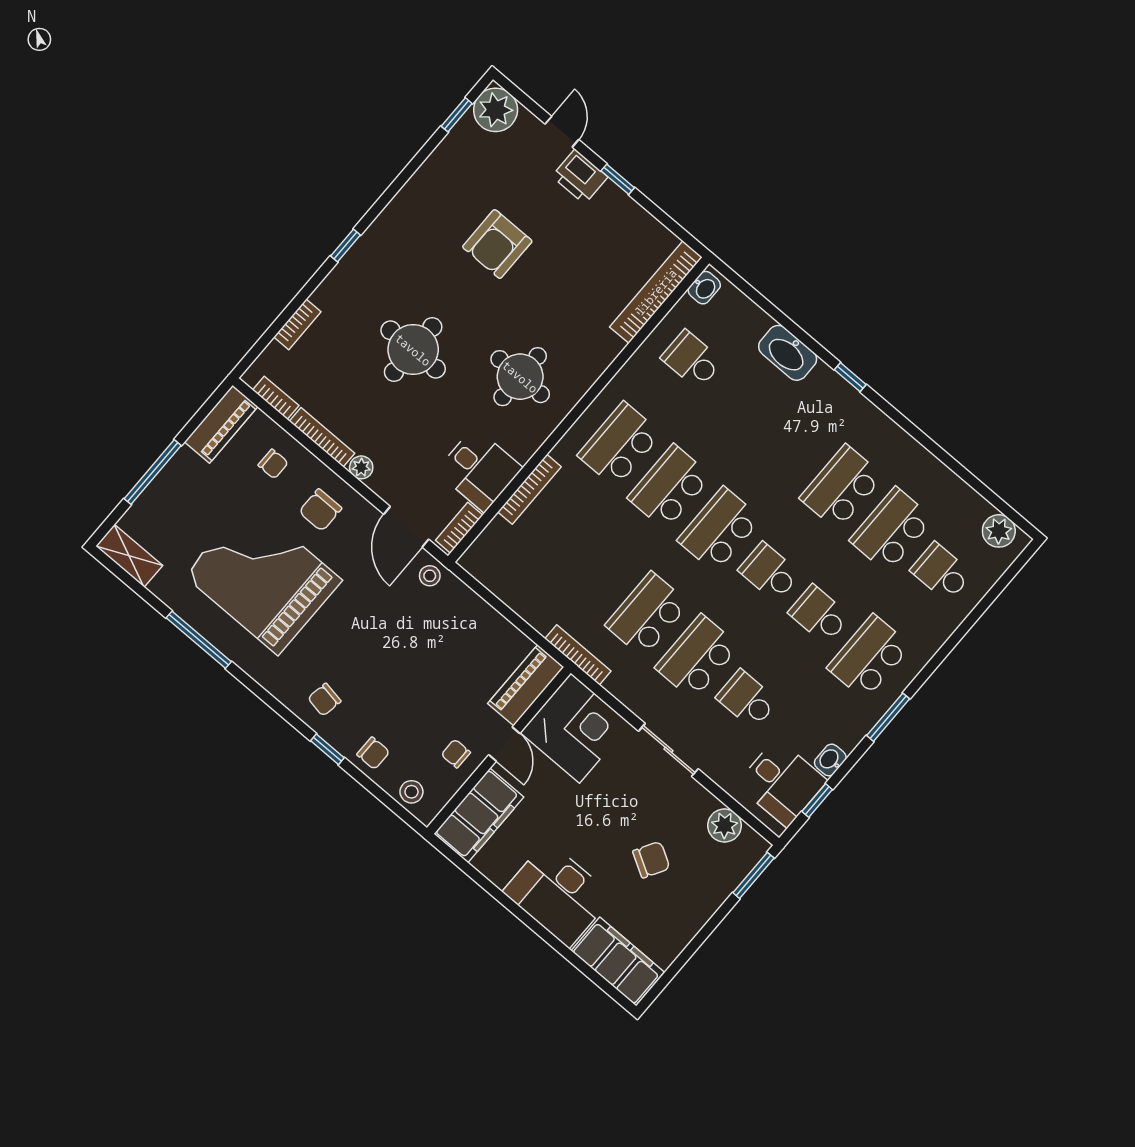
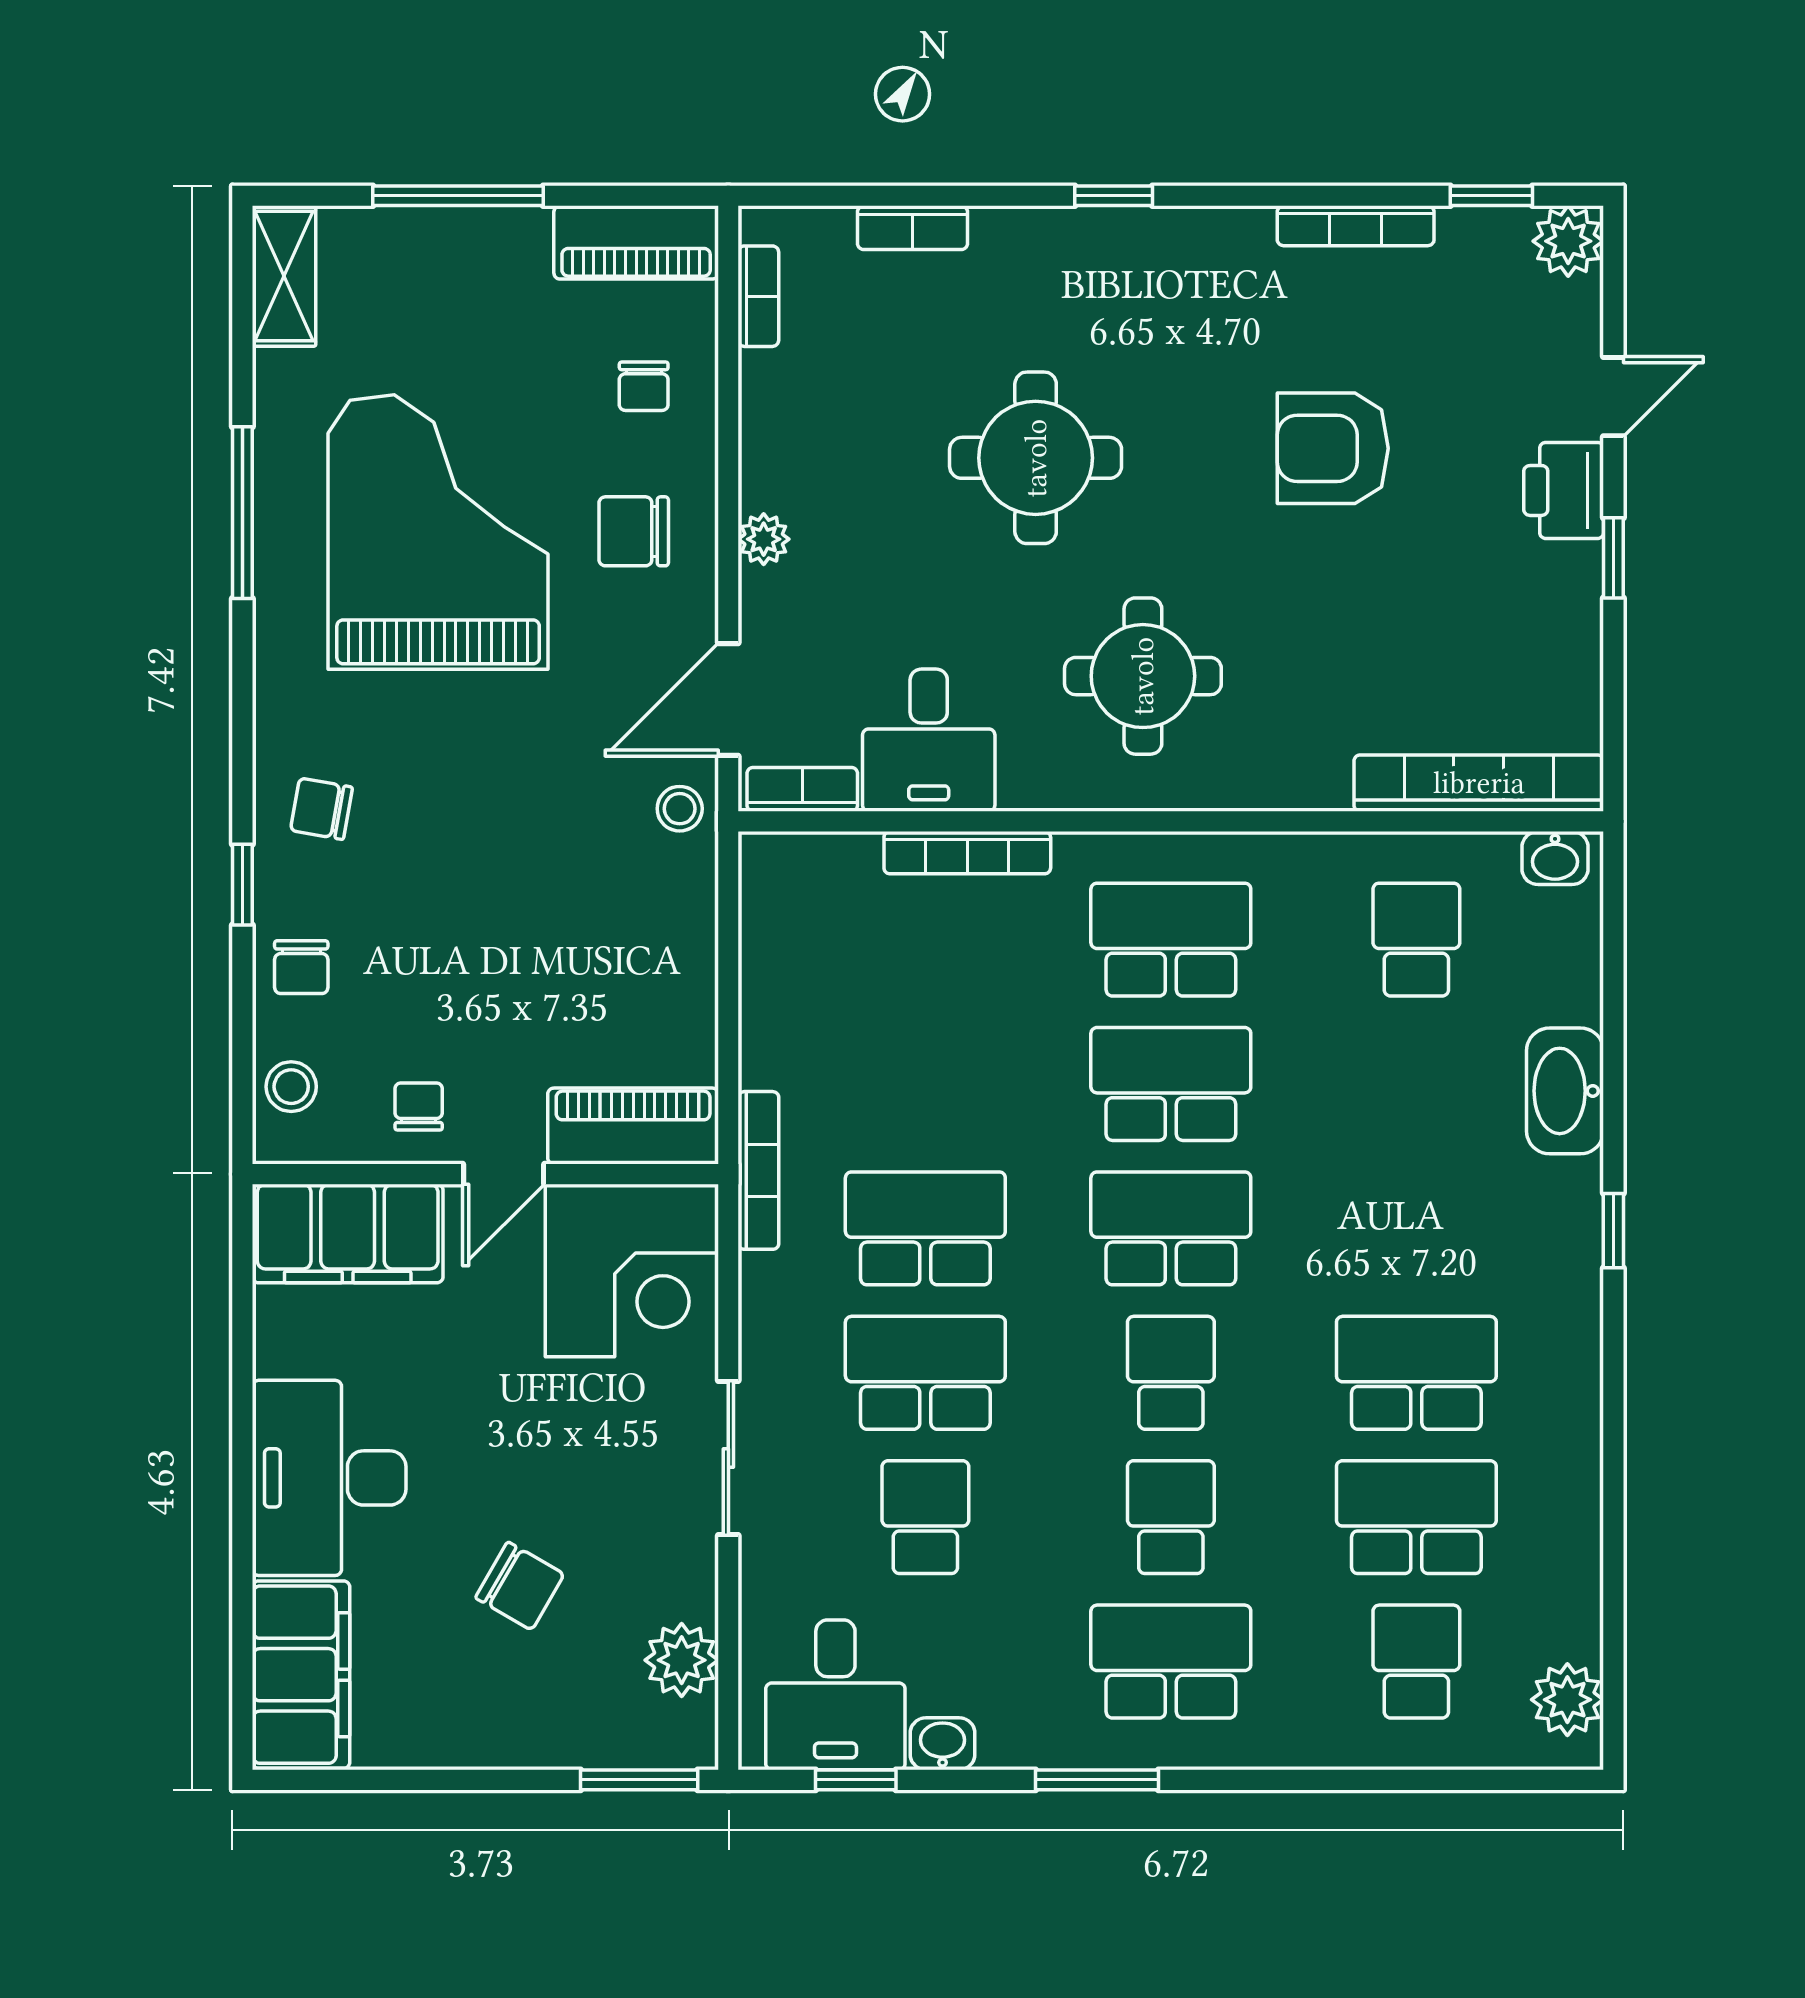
plant: (496, 110) -> (1568, 241), width x0.73, depth x0.73
bookcase: (322, 437) -> (1356, 226), moved, turned 90

